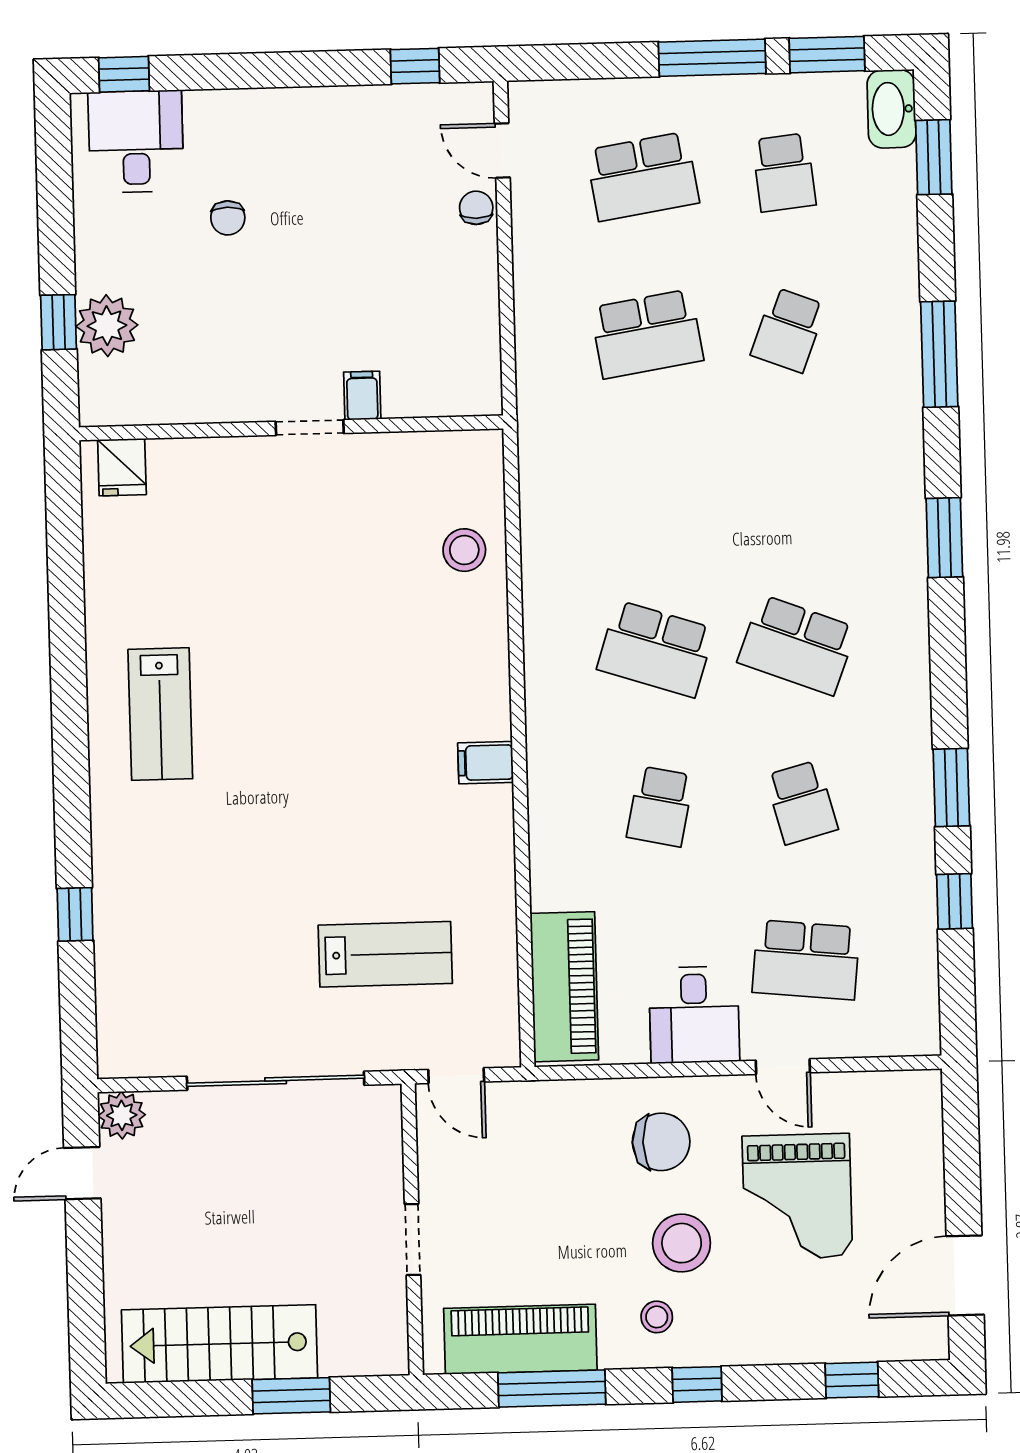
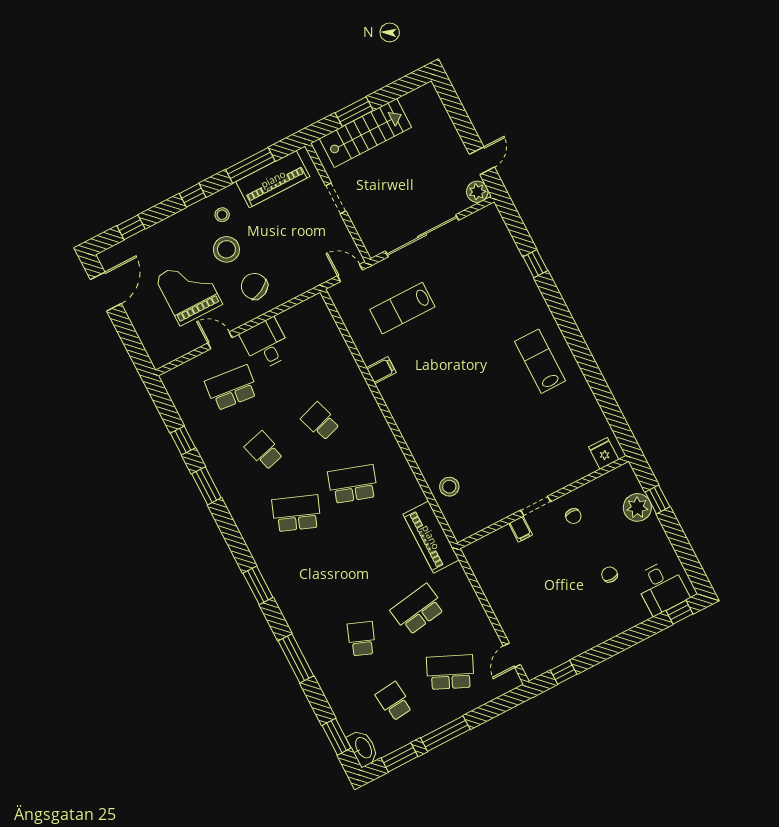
door: (502, 151) -> (512, 655), swing flipped
school desk: (643, 176) -> (450, 672), turned 33
chair: (476, 208) -> (573, 516), moved
filing cabinet: (486, 763) -> (381, 370), moved
school desk: (660, 806) -> (320, 421), turned -30
piano: (564, 987) -> (431, 537), moved
chair: (661, 1142) -> (254, 286), turned 62
stairs: (220, 1344) -> (365, 133), moved

